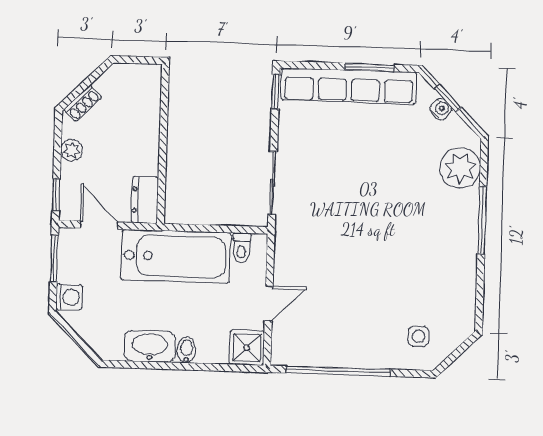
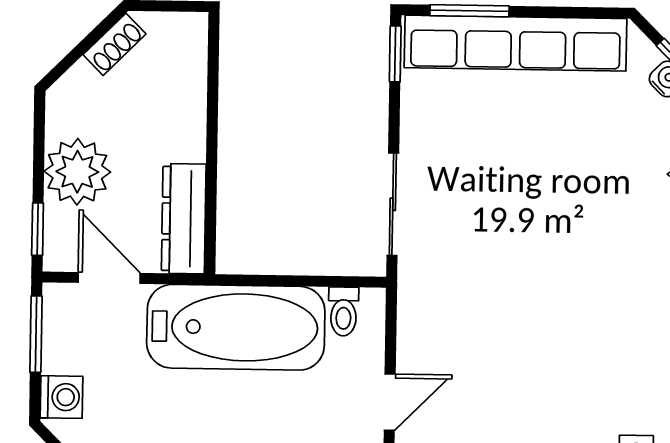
window: (369, 67) -> (469, 11), moved
shoe rack: (83, 103) -> (114, 44), moved
plant: (72, 150) -> (77, 172), width x1.87, depth x1.87
dresser: (145, 200) -> (184, 219), width x1.44

